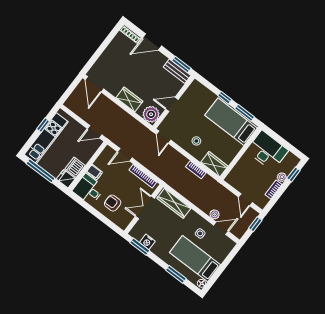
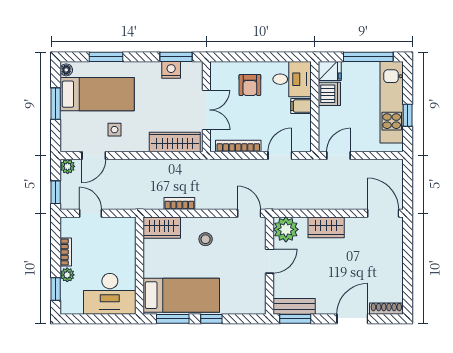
armchair: (113, 203) -> (250, 85), turned 90
plant: (215, 214) -> (68, 166), moved
window: (220, 270) -> (56, 104), added

